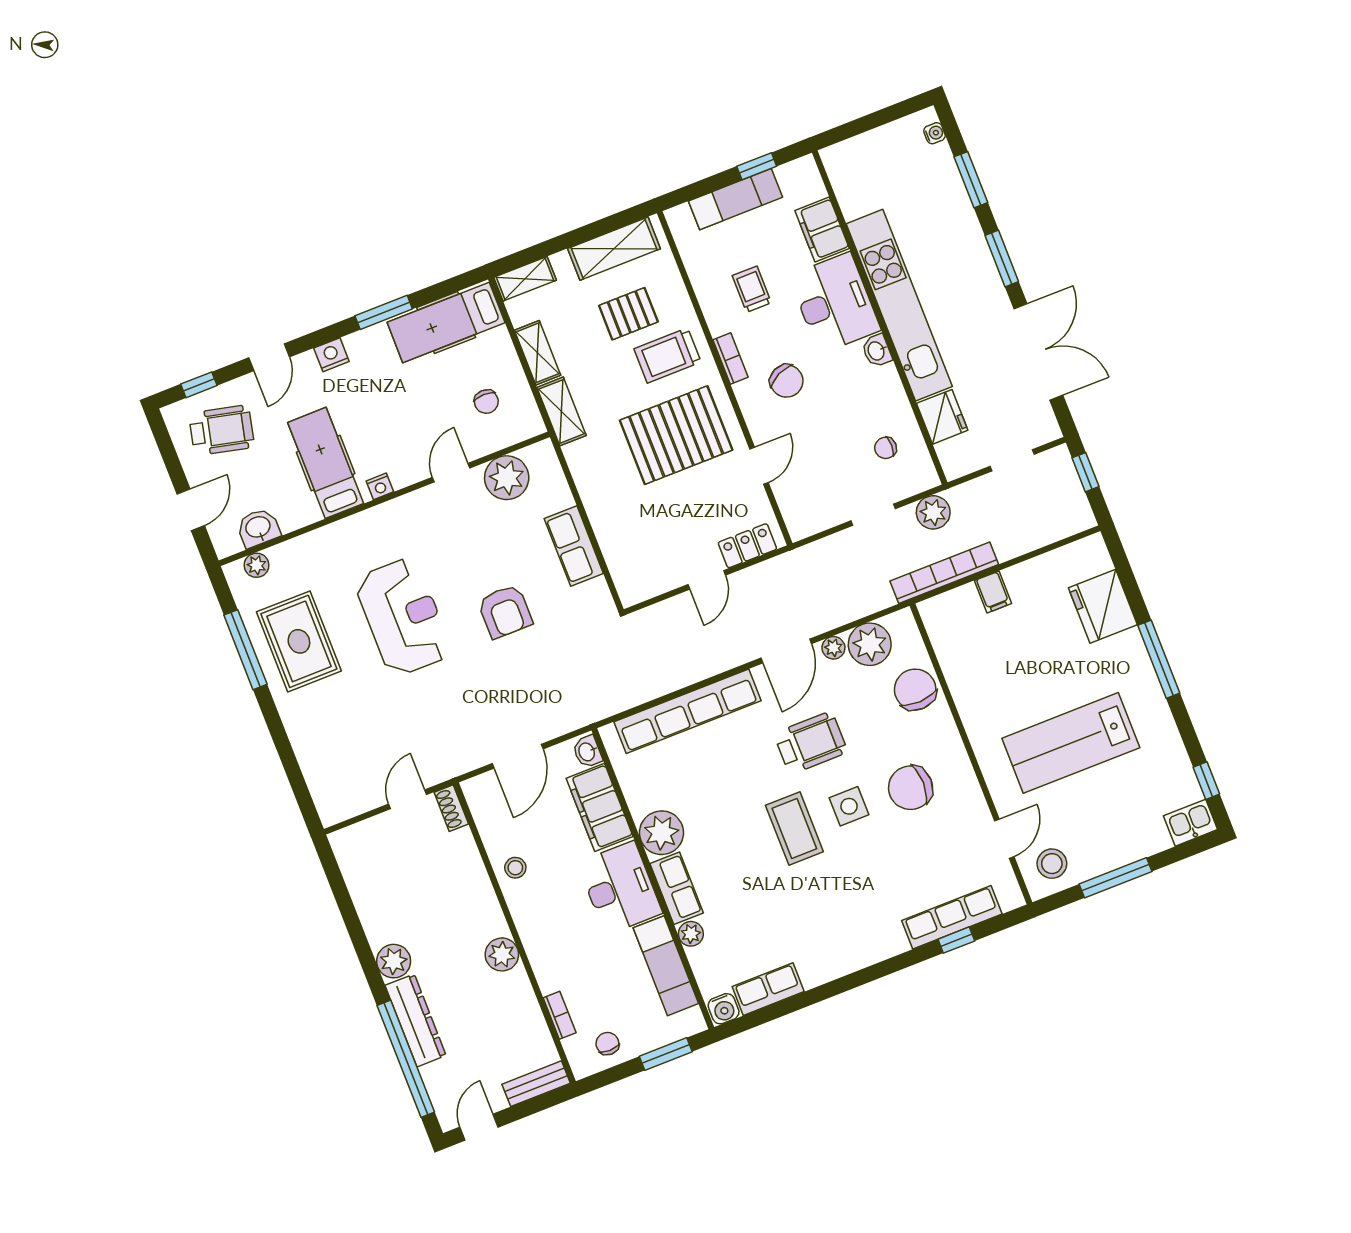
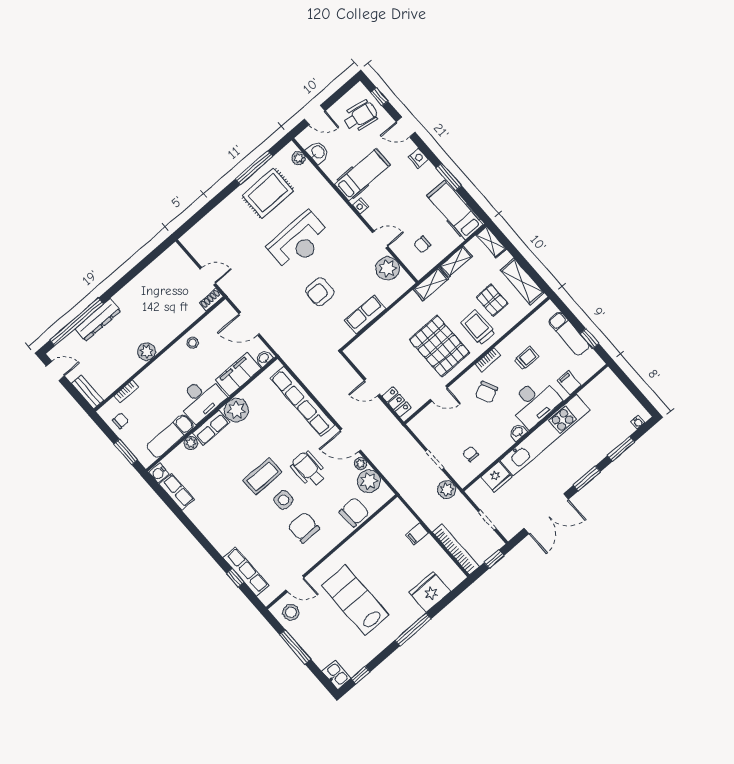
filing cabinet: (822, 230) -> (569, 383), width x0.50
wheelchair: (222, 430) -> (360, 116), turned -93
bookcase: (944, 573) -> (456, 549), moved
wheelchair: (811, 743) -> (309, 469), turned 180
plant: (394, 961) -> (124, 298), removed

